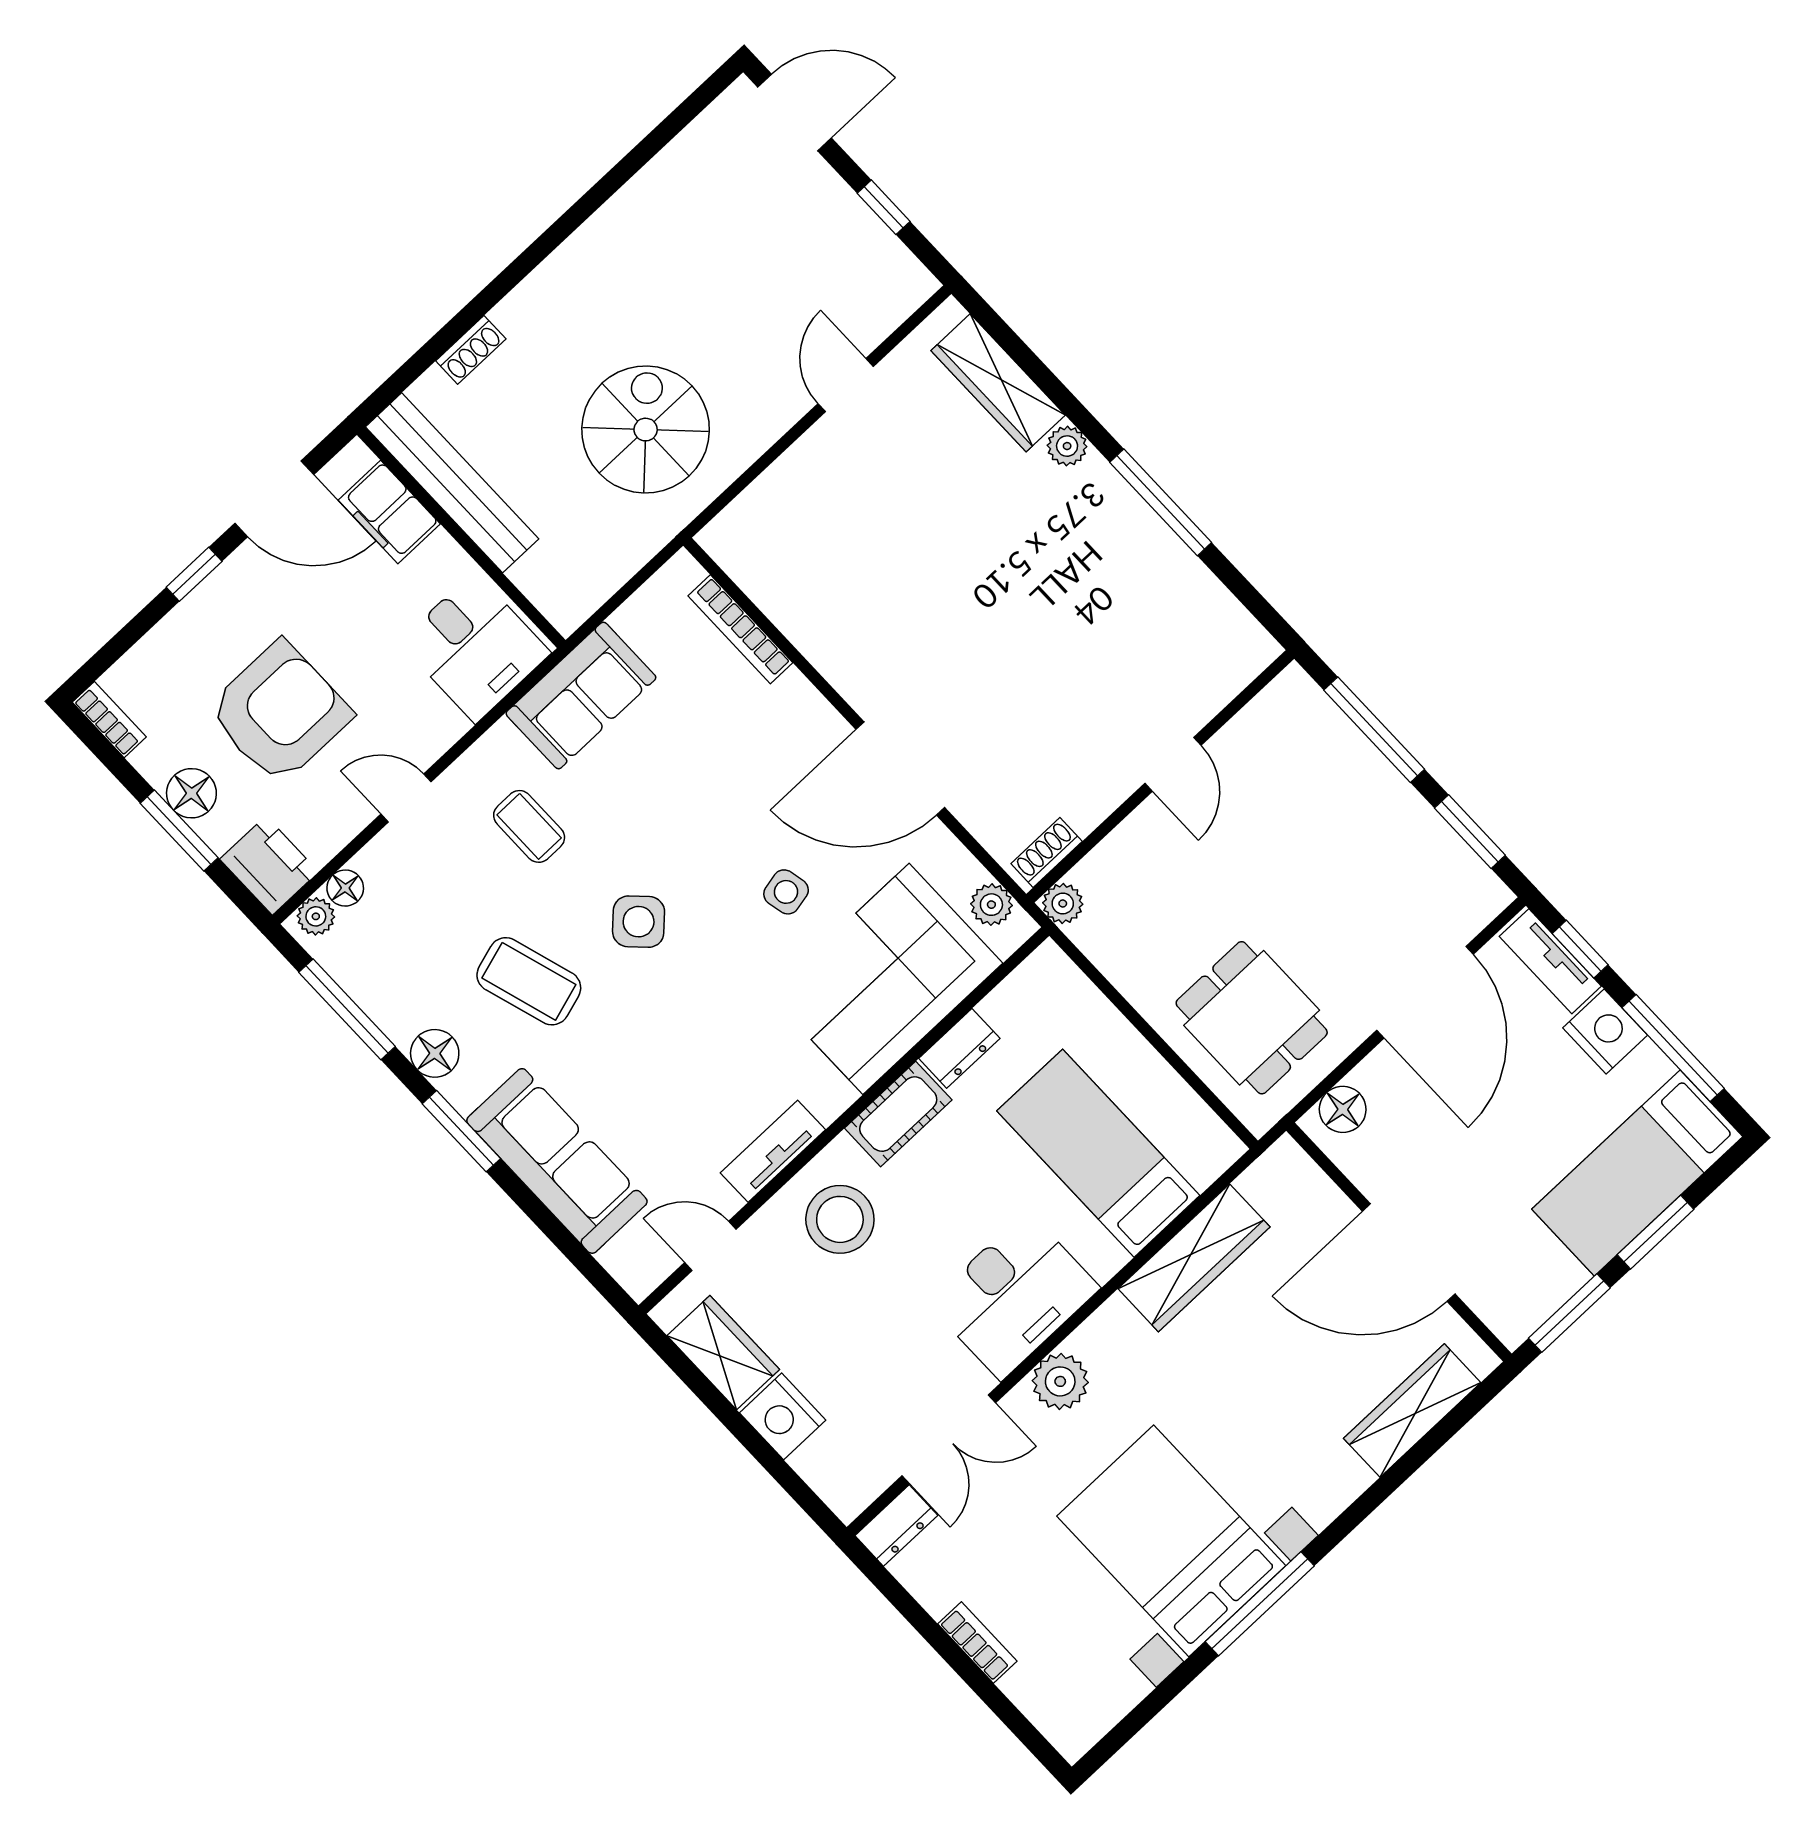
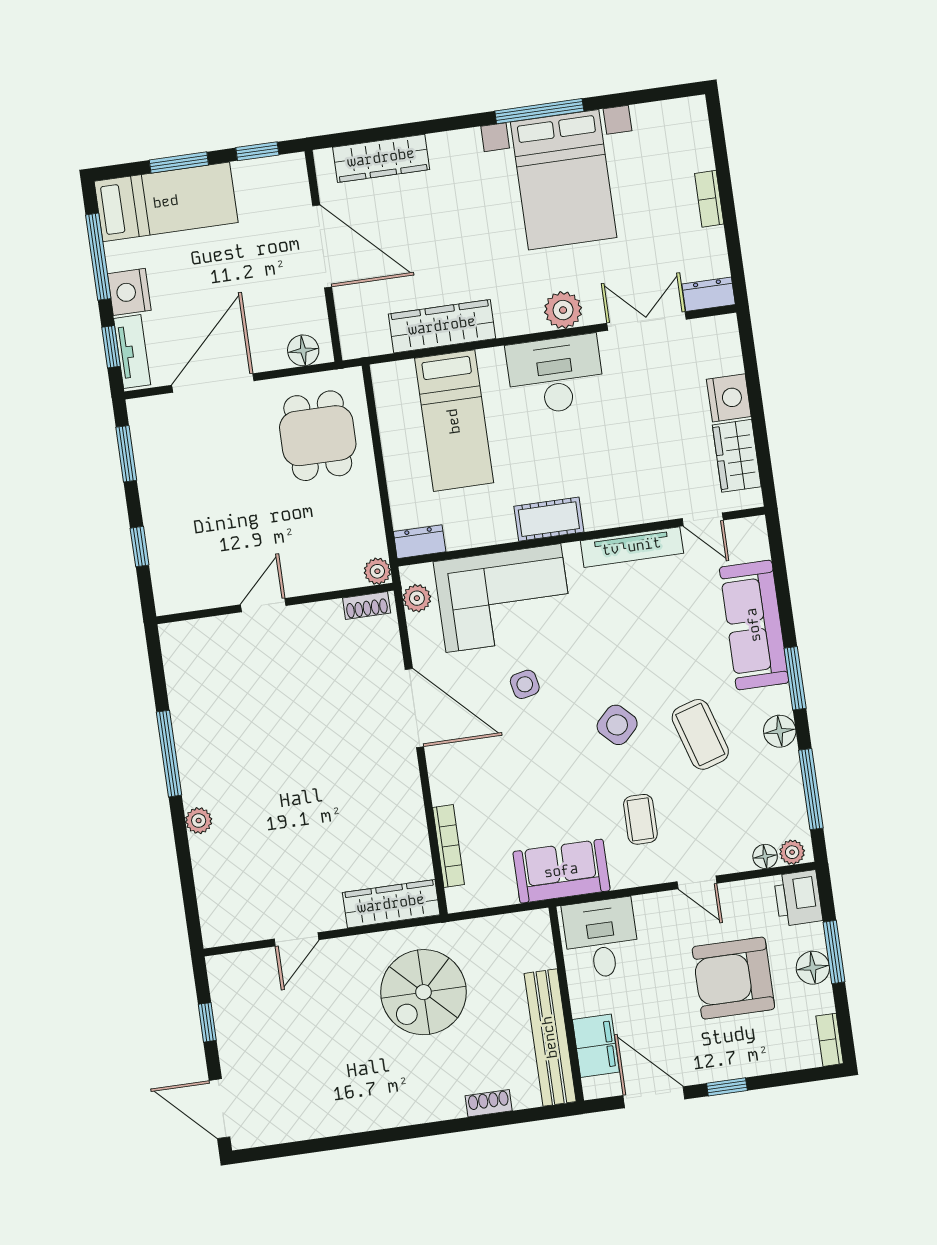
wardrobe: (998, 383) -> (391, 904), moved, turned -90
window: (1374, 730) -> (140, 547), width x0.46
dresser: (959, 1048) -> (420, 542), moved
tv unit: (773, 1151) -> (632, 547), width x1.41
stool: (840, 1219) -> (621, 484), removed
window: (1569, 1313) -> (257, 151), width x0.67

